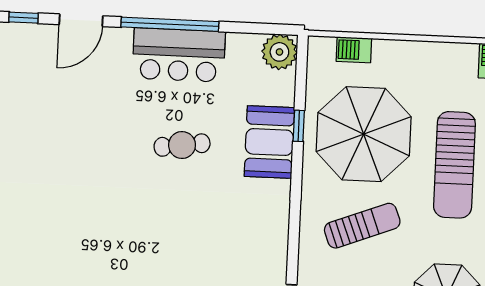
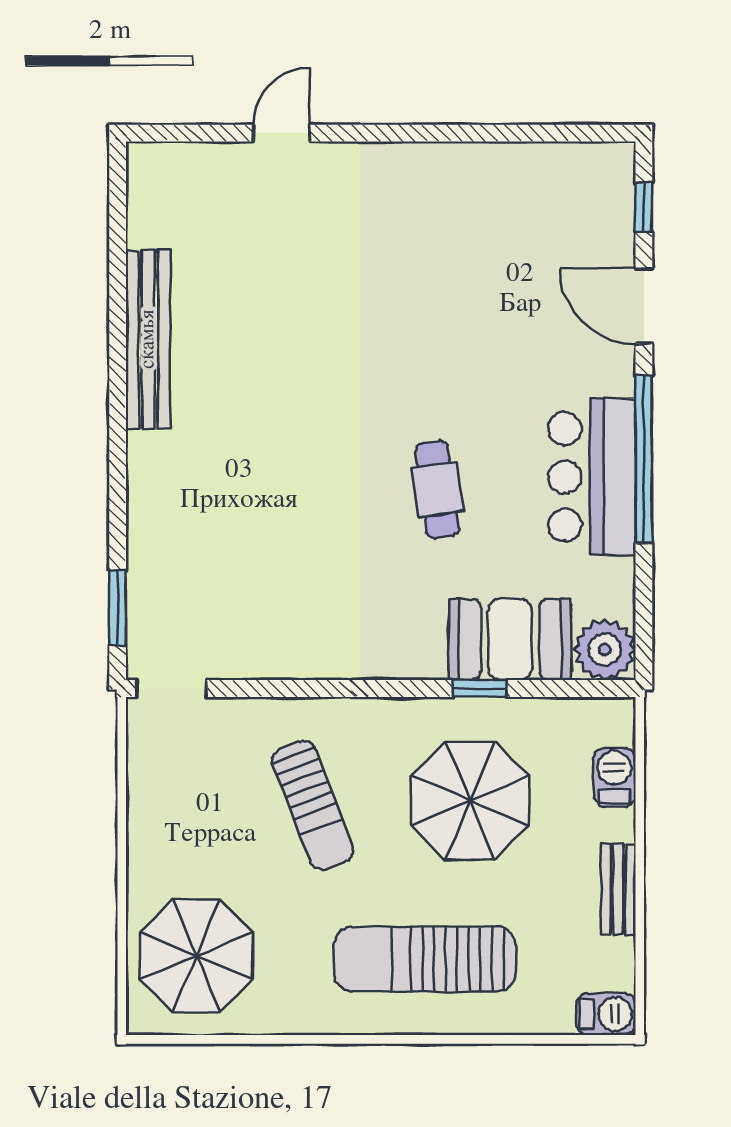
bench: (419, 51) -> (618, 889), added
parasol: (364, 134) -> (470, 801), width x0.73, depth x0.73
booth: (269, 142) -> (510, 639), moved

